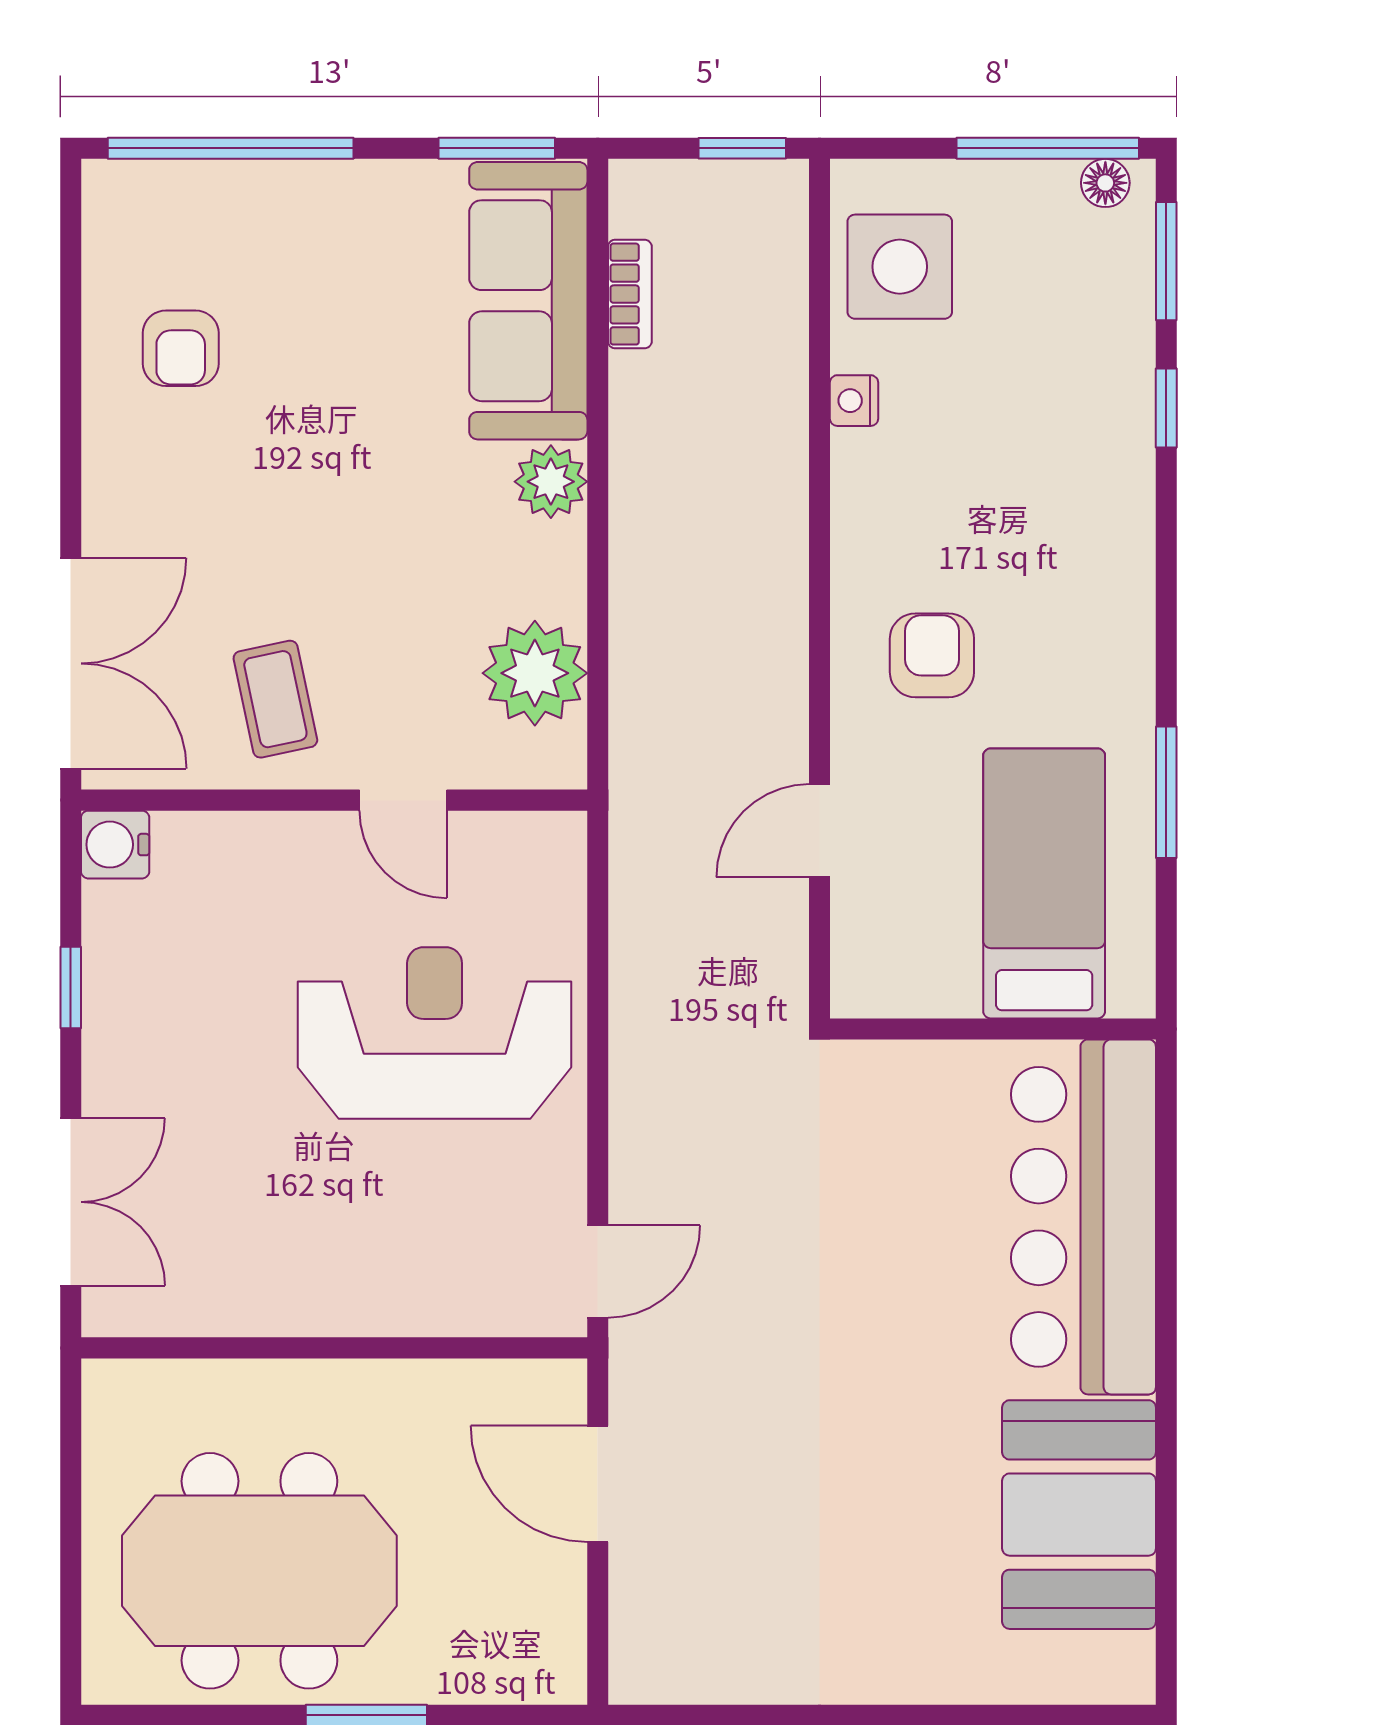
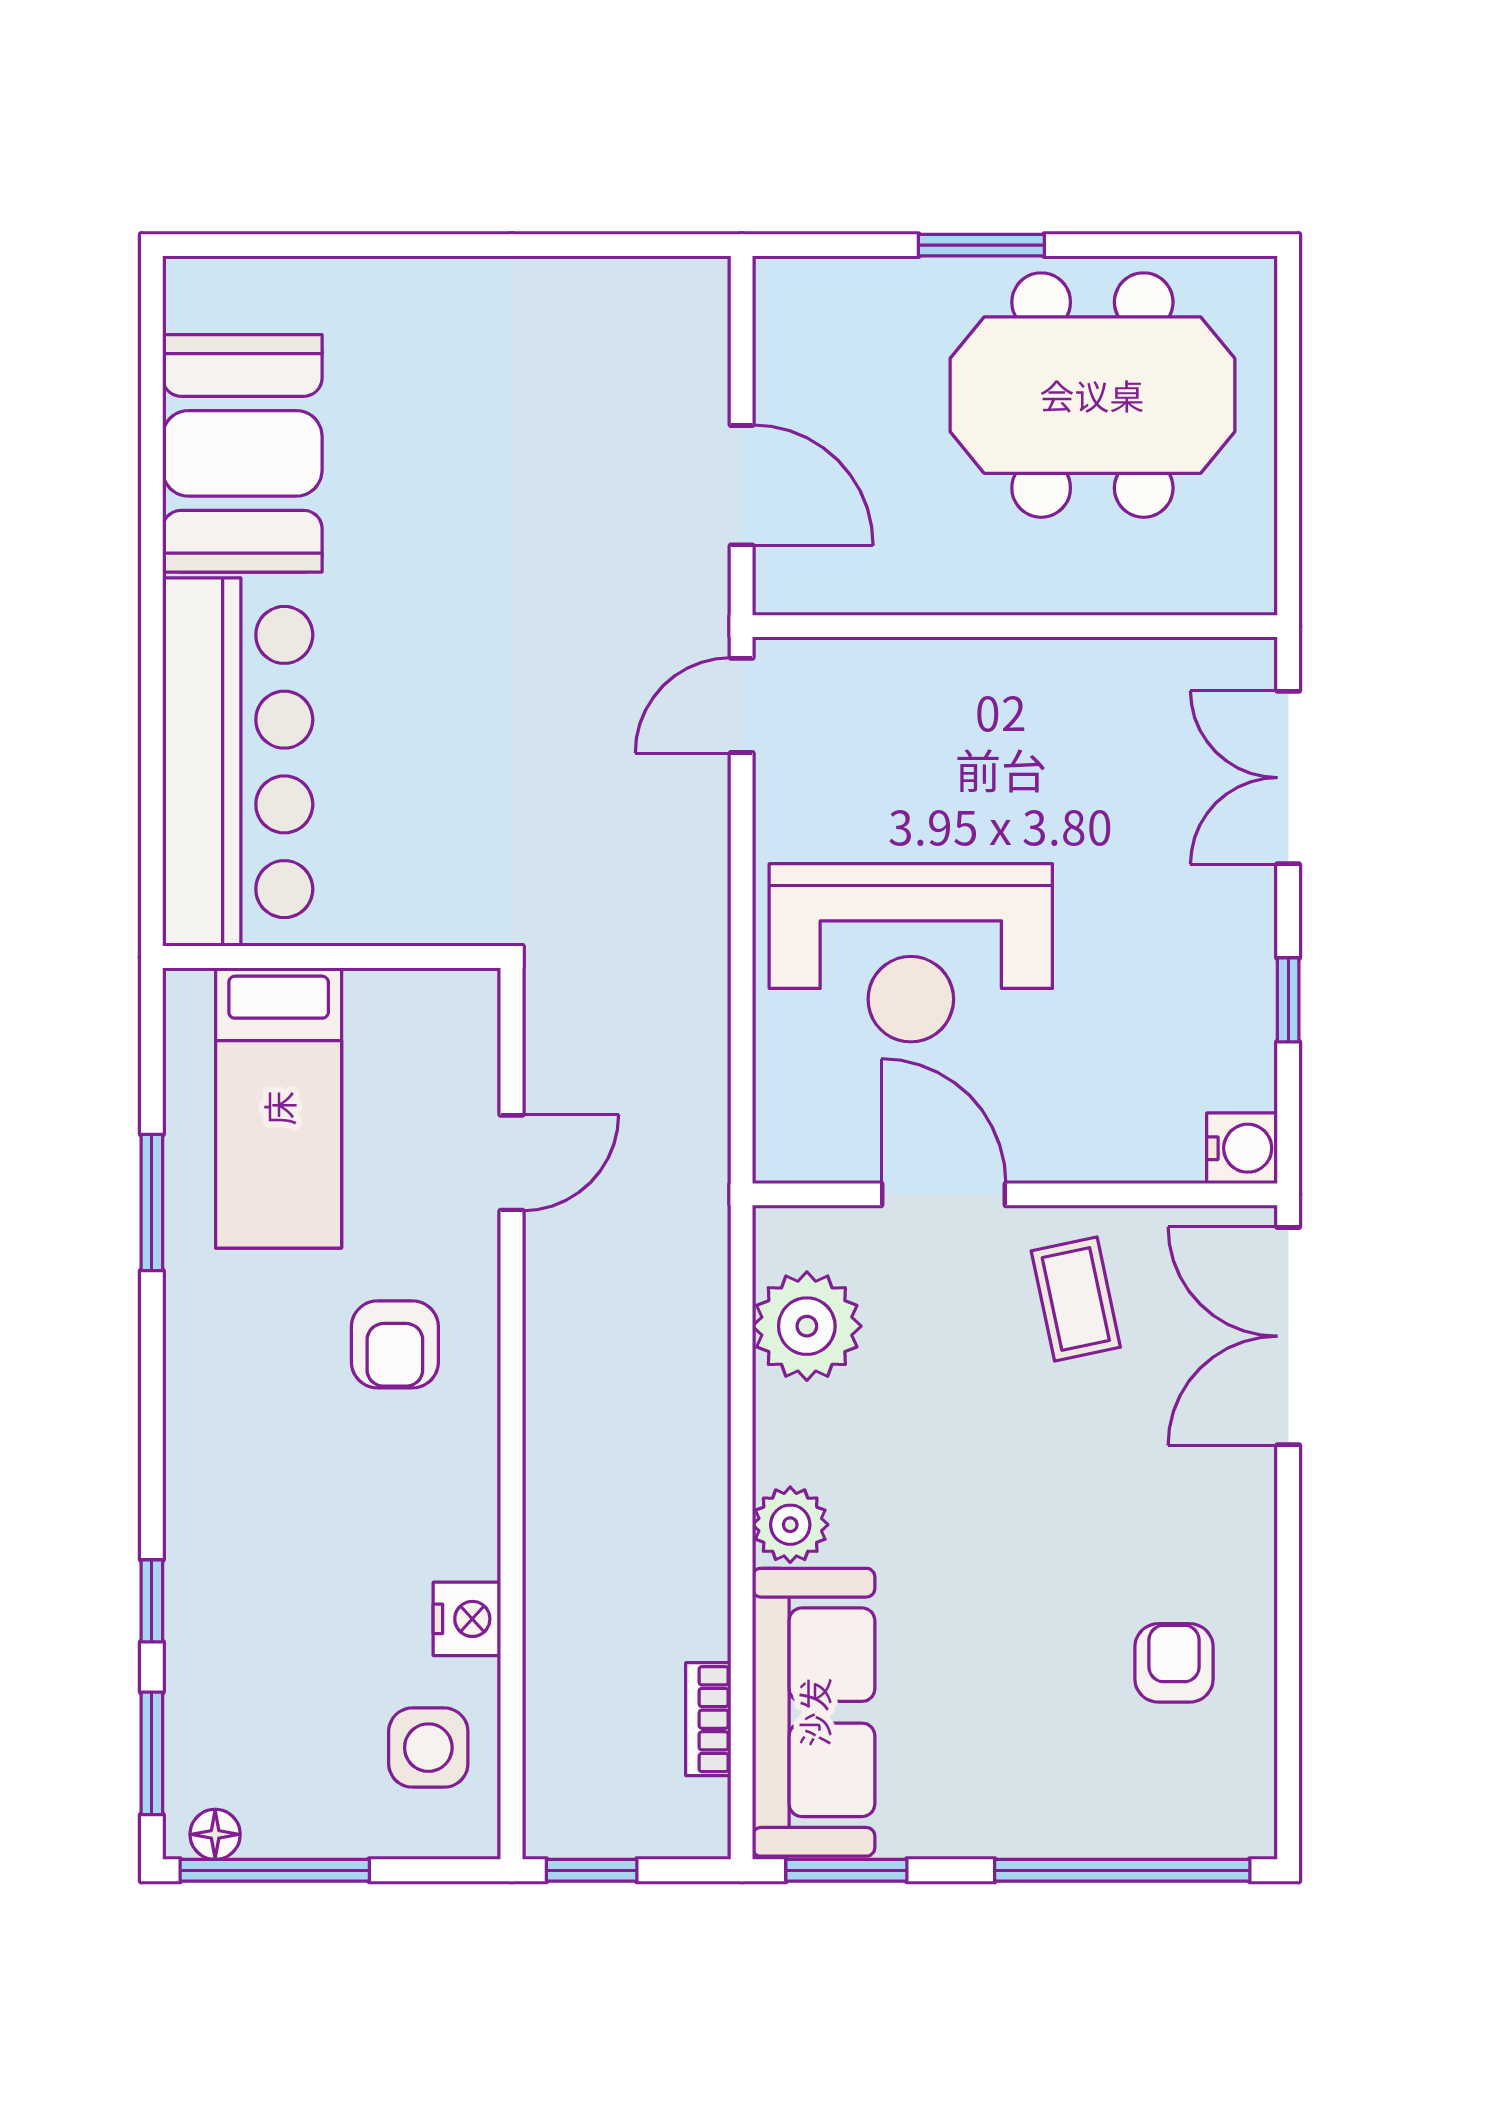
side table: (900, 267) -> (428, 1748), width x0.73, depth x0.73
nightstand: (854, 401) -> (467, 1619), width x1.39, depth x1.35
door: (403, 800) -> (943, 1194), width x1.38

